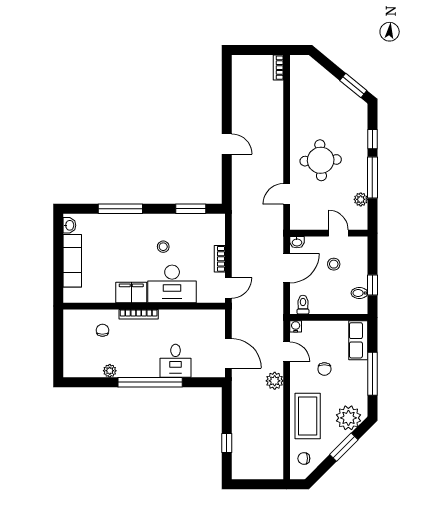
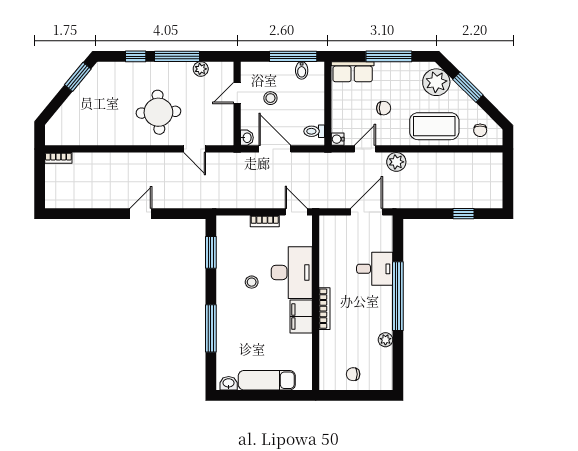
window: (372, 285) -> (293, 56), width x2.17
chair: (102, 330) -> (353, 374), moved

